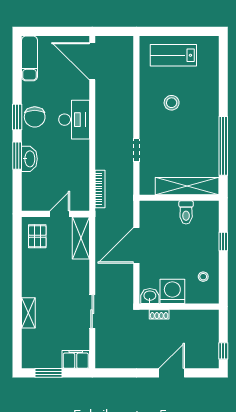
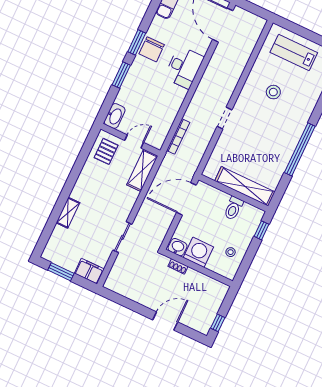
washbasin: (29, 159) -> (115, 116), moved
shelving: (187, 186) -> (245, 186), moved
wall: (179, 198) -> (233, 193), moved
toilet: (186, 212) -> (233, 208), moved

